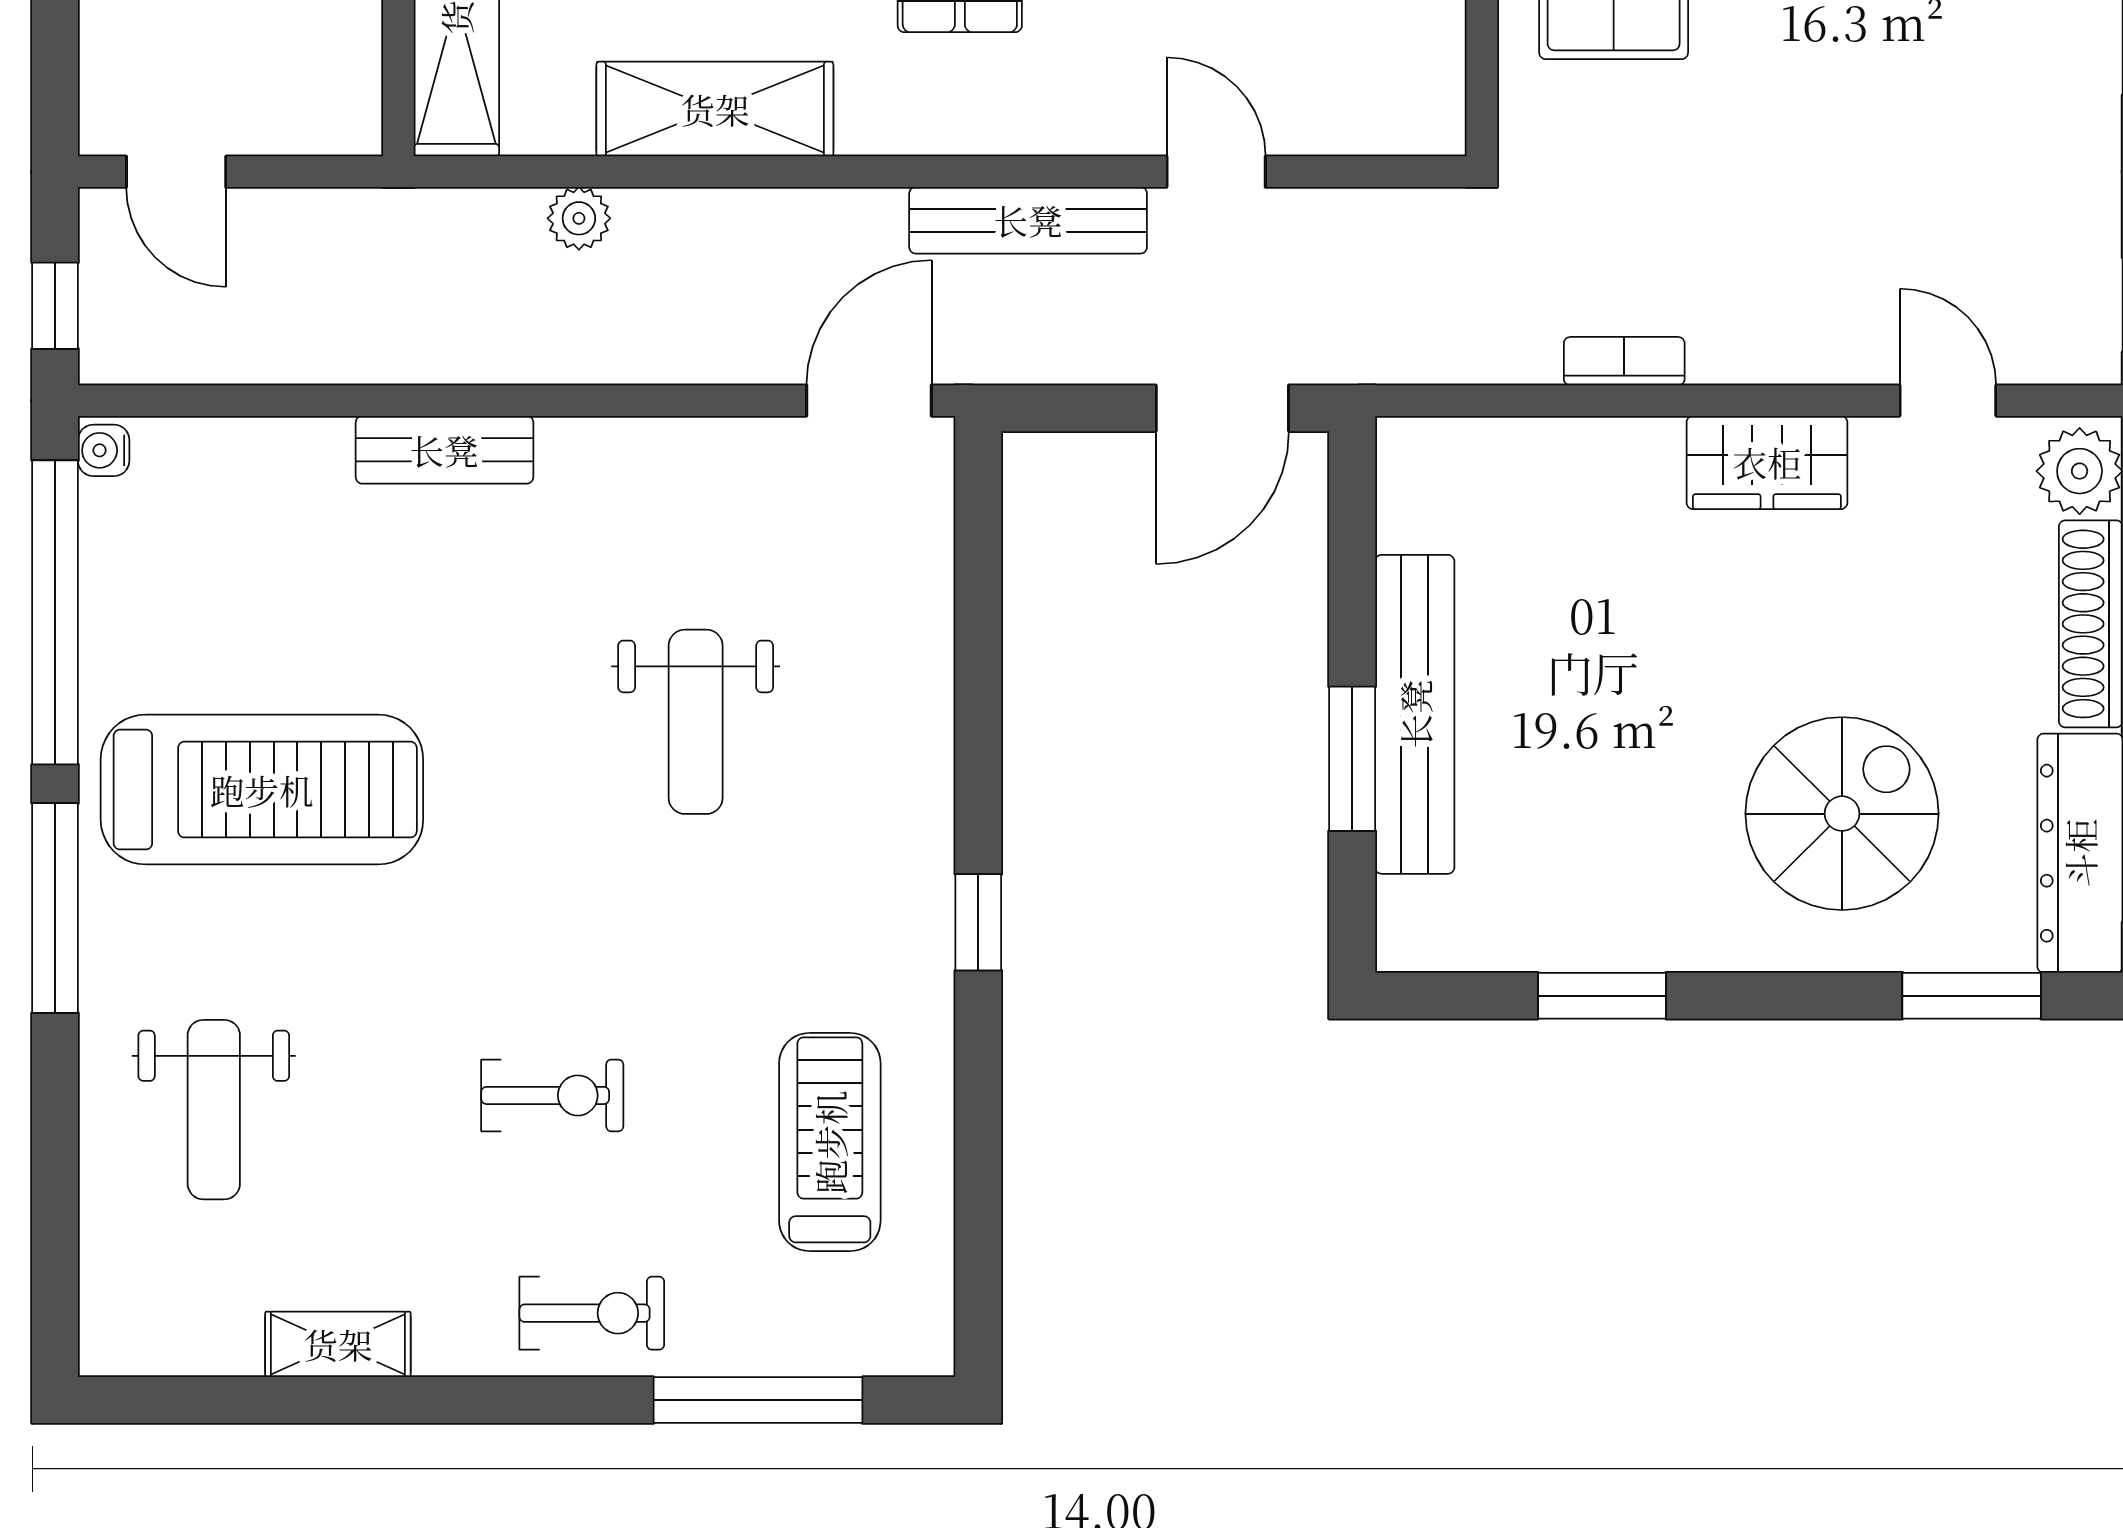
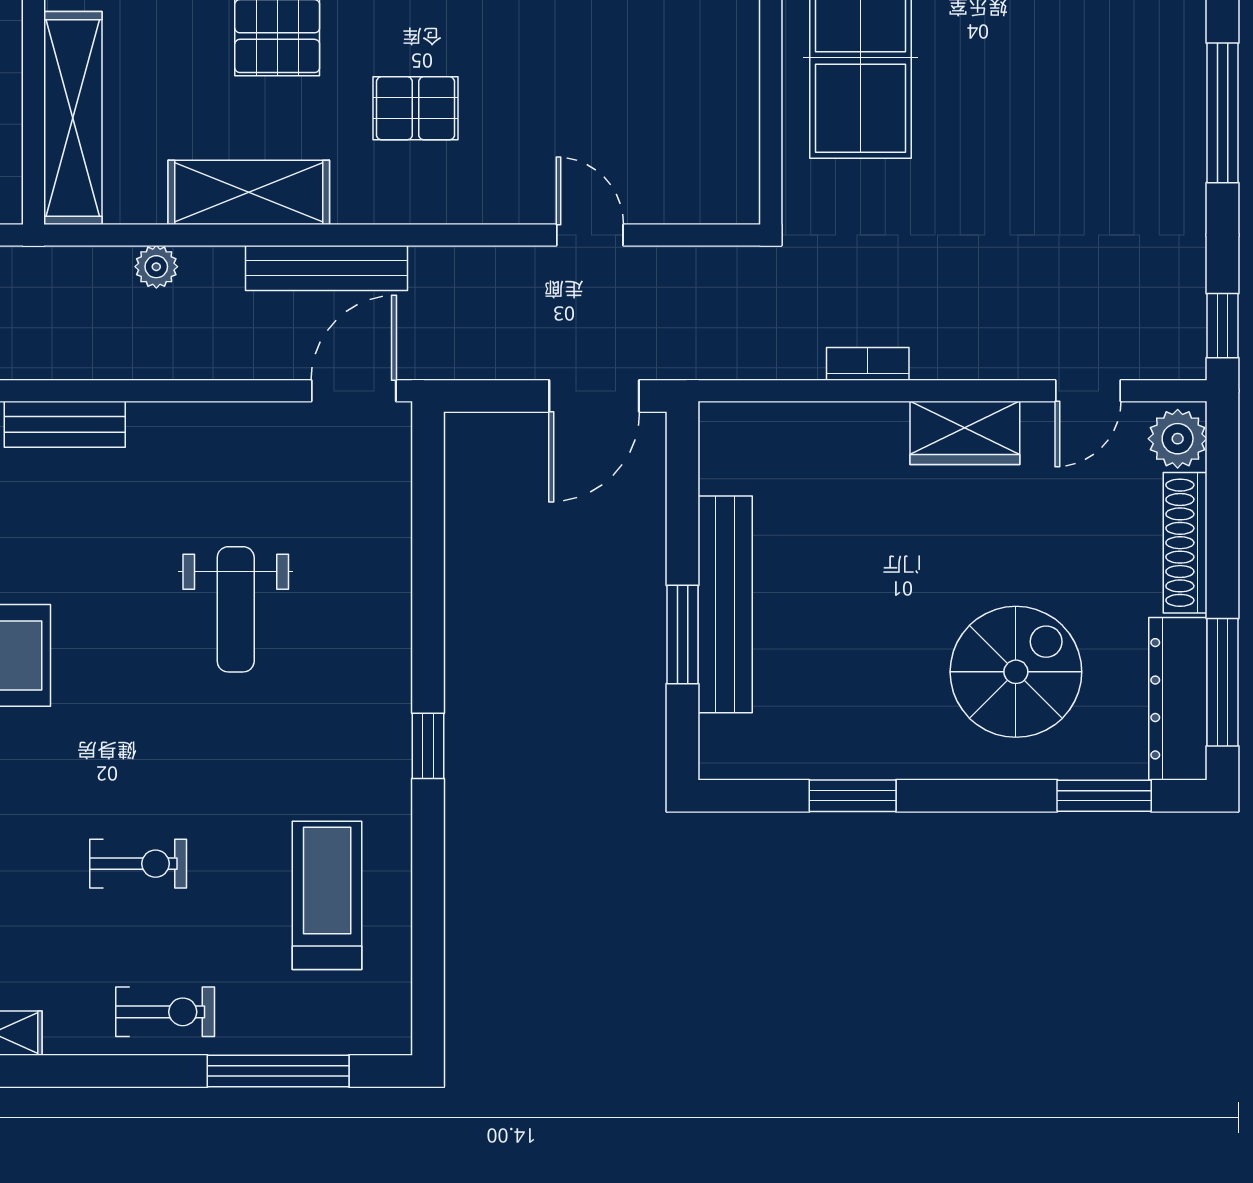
bench: (1028, 220) -> (326, 268), moved
door: (1948, 401) -> (1088, 391), swing flipped

